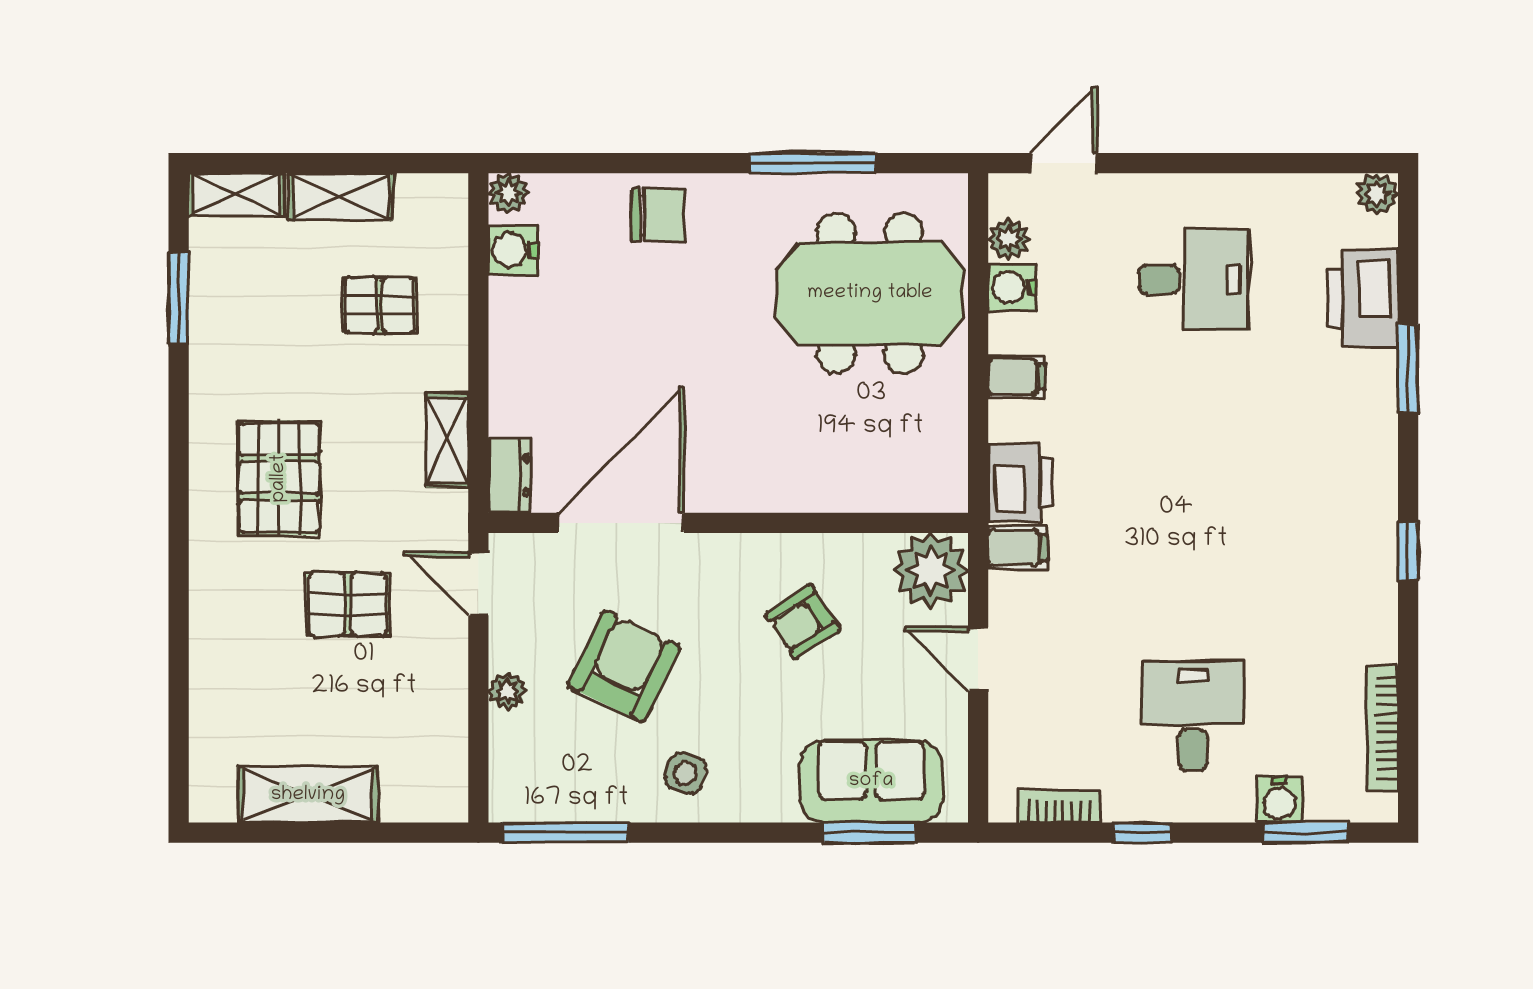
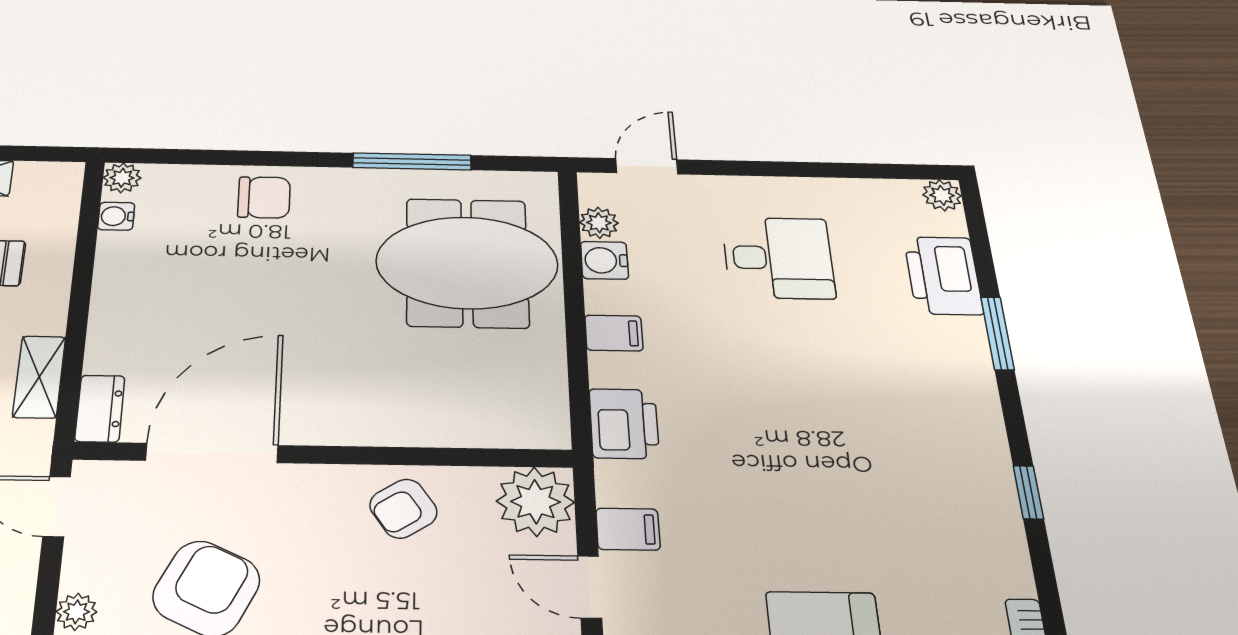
water cooler: (513, 250) -> (116, 216), width x0.72, depth x0.72
filing cabinet: (1018, 548) -> (628, 529), moved
armchair: (803, 622) -> (403, 509), moved

